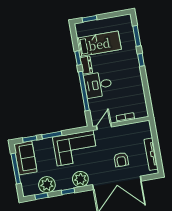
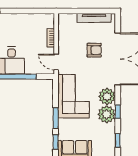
plant: (47, 185) -> (107, 114), moved

